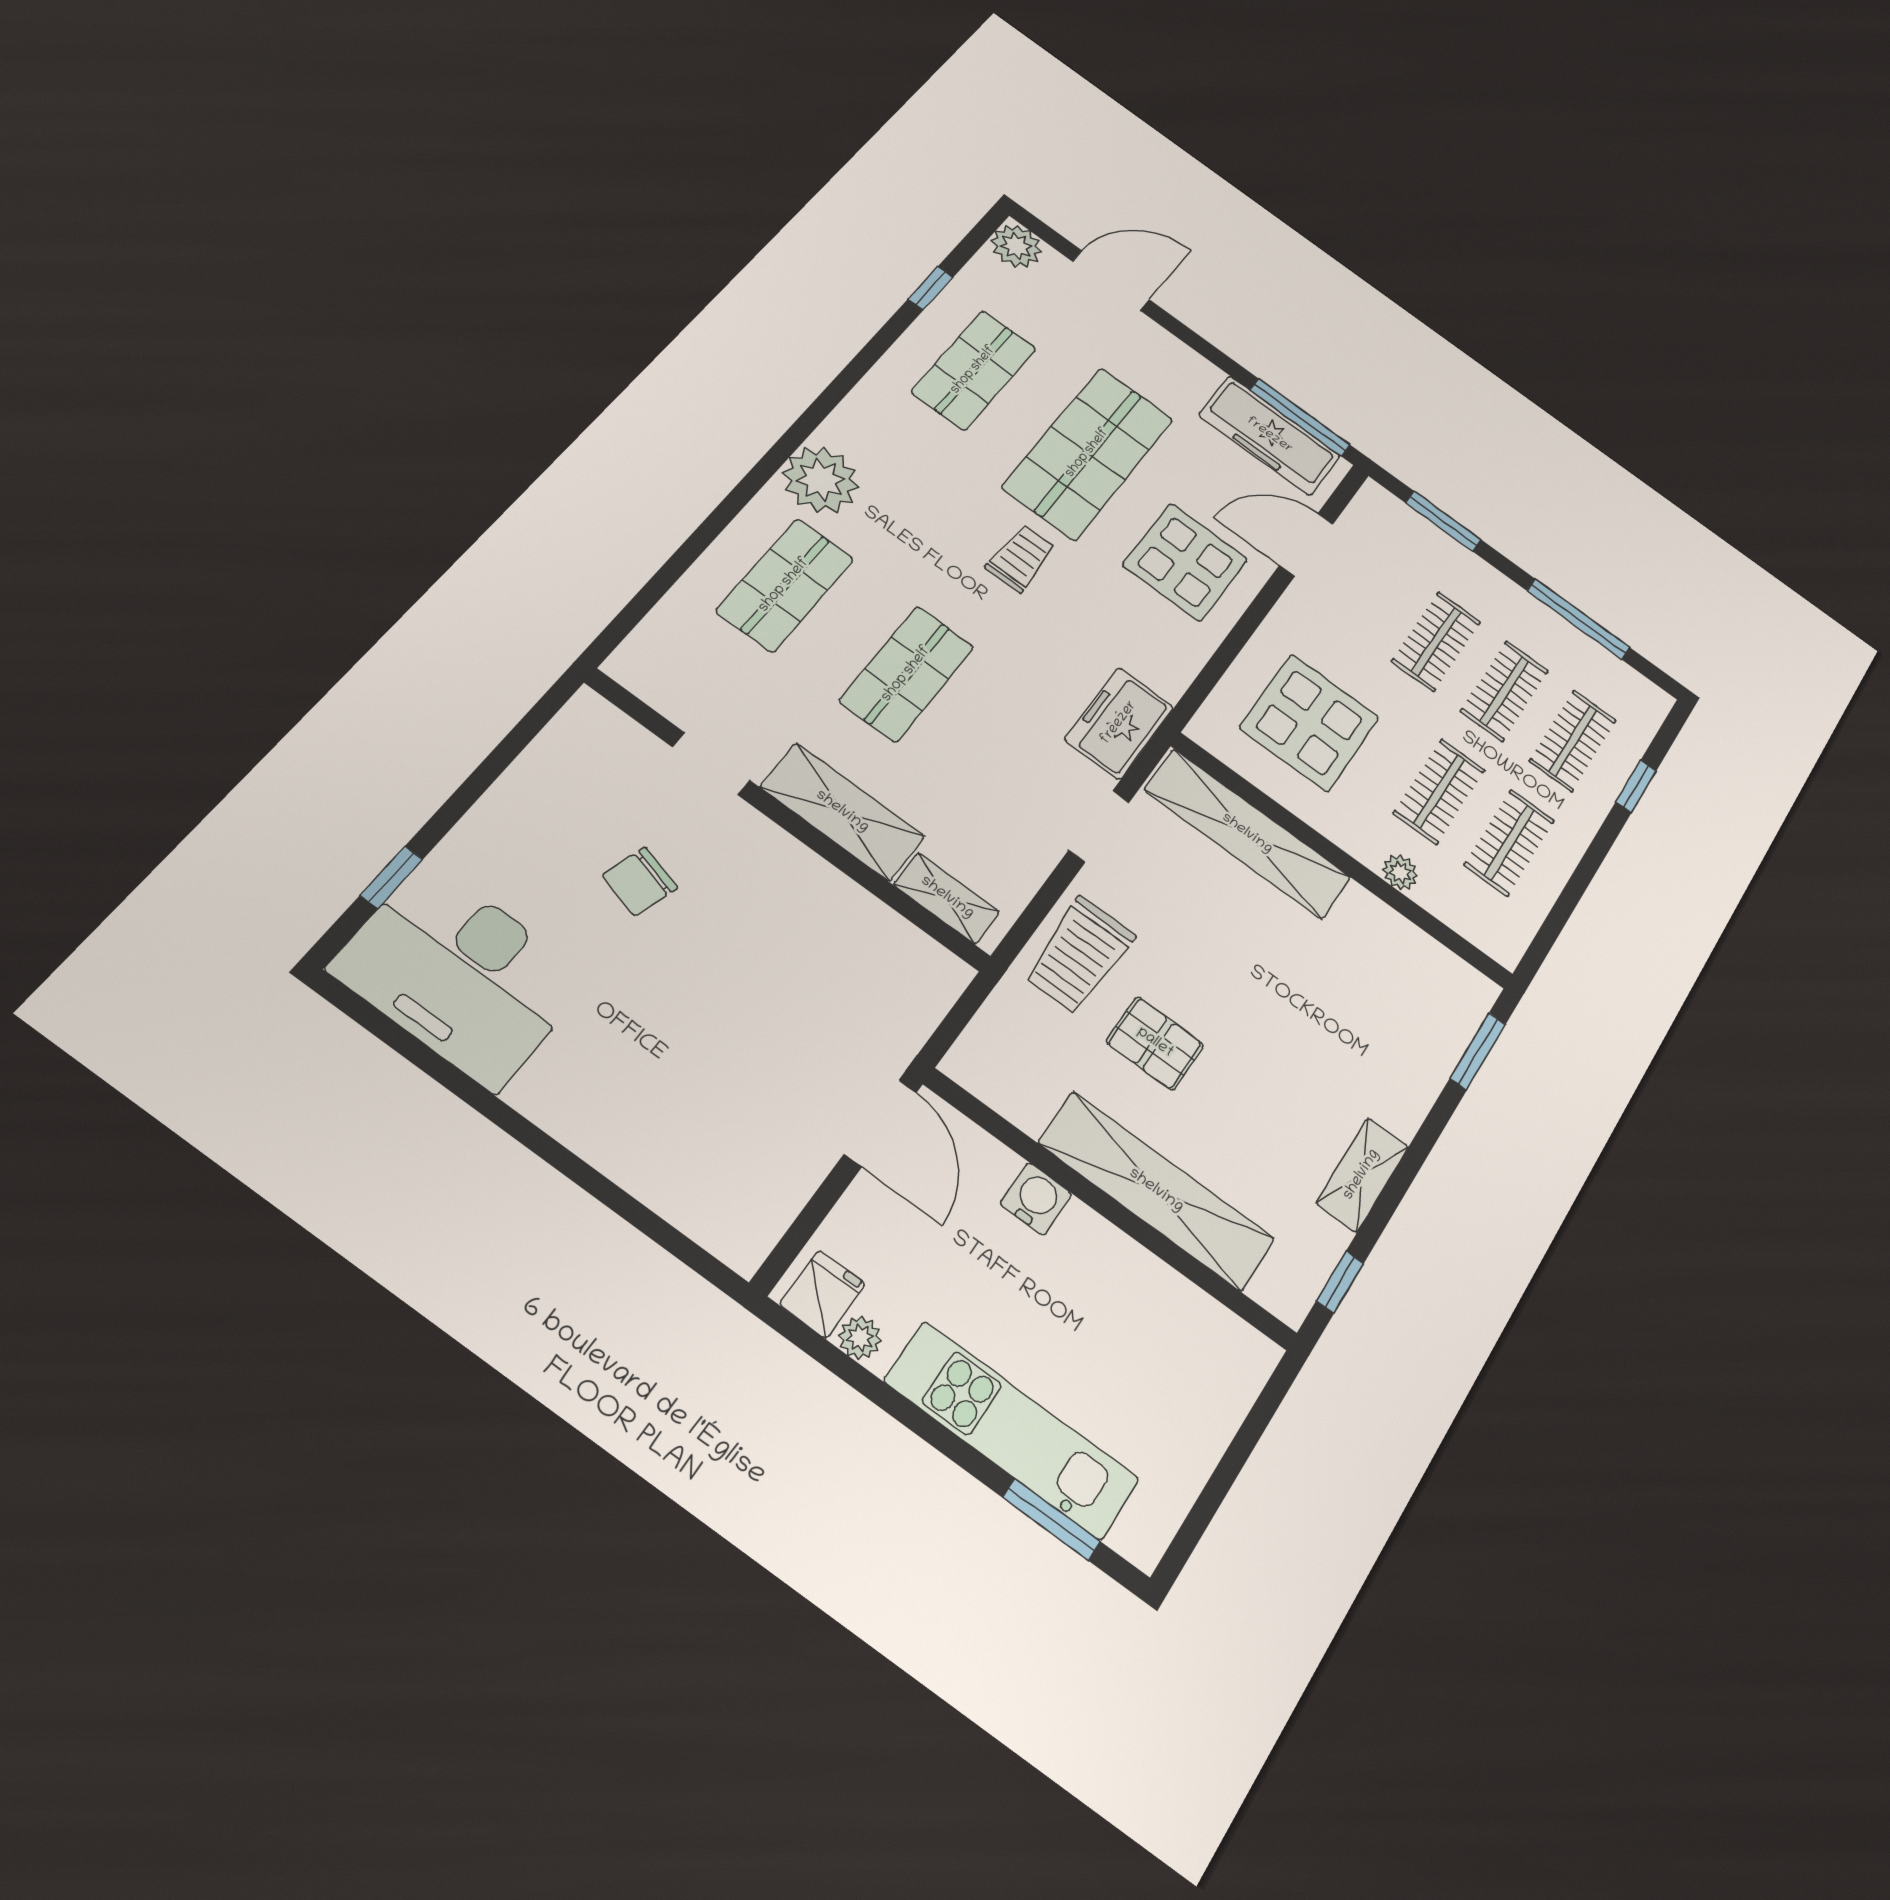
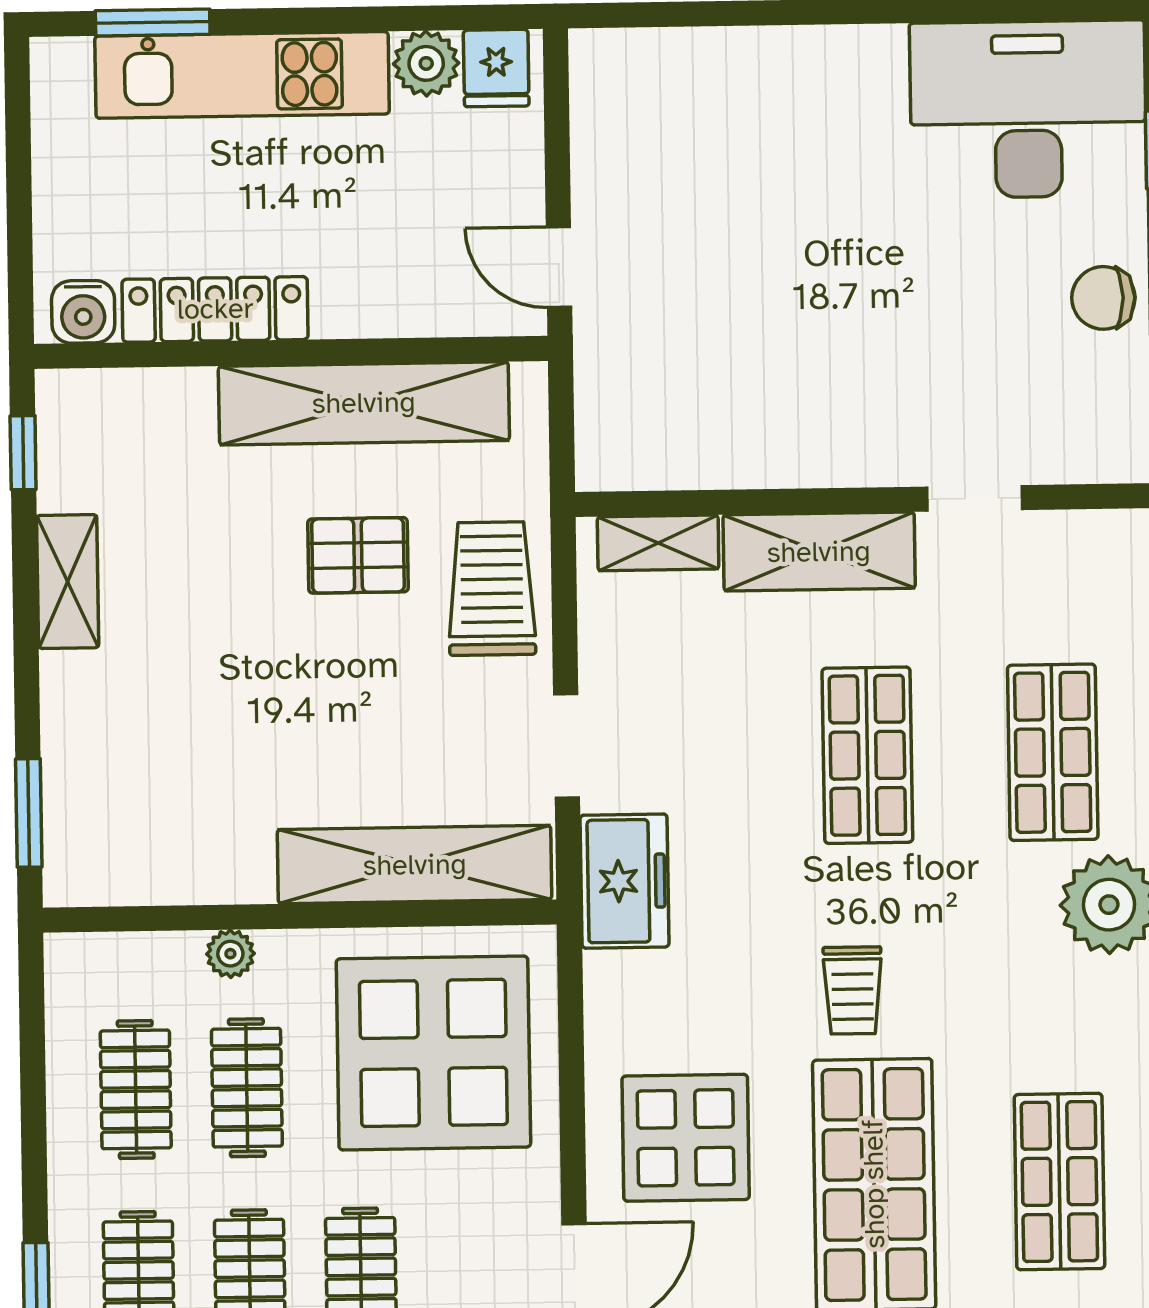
display table: (1309, 723) -> (433, 1053), width x1.36, depth x1.36
chair: (640, 881) -> (1103, 298), moved, turned -106
door: (881, 1123) -> (559, 267), width x0.73
shelving: (1156, 1191) -> (364, 403), moved
water cooler: (1036, 1199) -> (83, 312), moved
locker: (1143, 1278) -> (215, 309), added
plant: (860, 1338) -> (426, 63), width x1.38, depth x1.38

